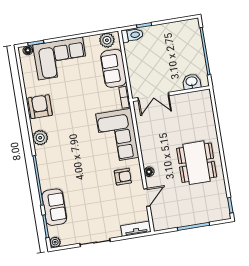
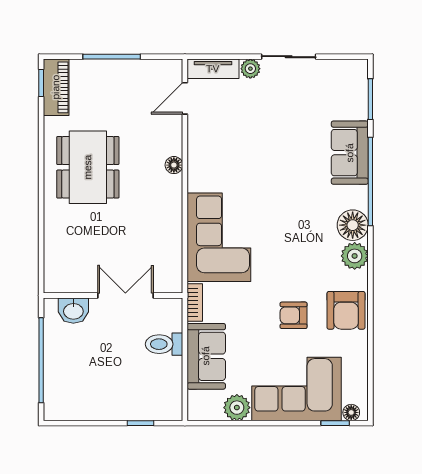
toilet: (132, 35) -> (164, 344), moved
plant: (107, 40) -> (237, 408), moved
double door: (153, 97) -> (125, 296), moved
floor lamp: (44, 155) -> (353, 225), added
armchair: (123, 177) -> (294, 315), moved
door: (147, 197) -> (185, 98), moved
piano: (222, 204) -> (56, 87), added
sofa: (54, 207) -> (350, 153), moved
plant: (55, 242) -> (250, 69), moved

